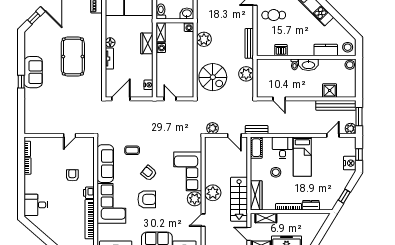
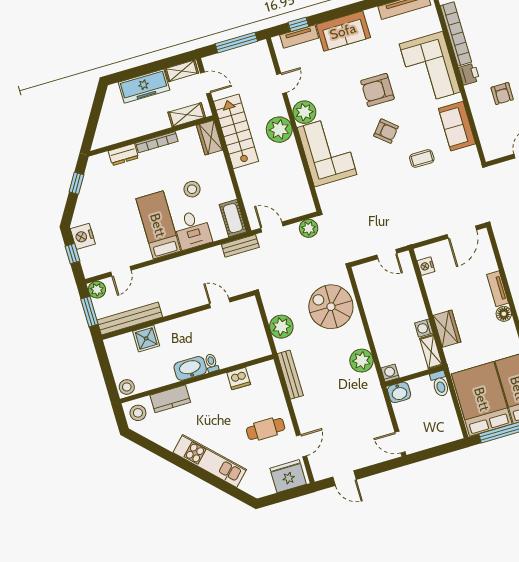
sofa: (105, 164) -> (457, 126), width x0.73
wardrobe: (256, 195) -> (210, 138), width x0.67

